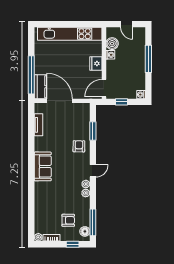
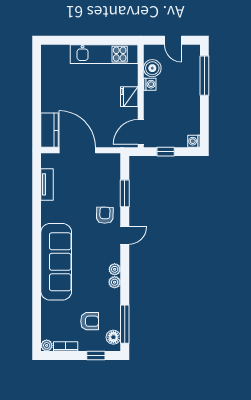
kitchen unit: (70, 34) -> (104, 54), width x0.73
window: (148, 59) -> (204, 76), moved
window: (31, 75) -> (37, 113), removed
sofa: (43, 166) -> (56, 262), width x1.85, depth x1.27
door: (93, 171) -> (125, 235), moved

